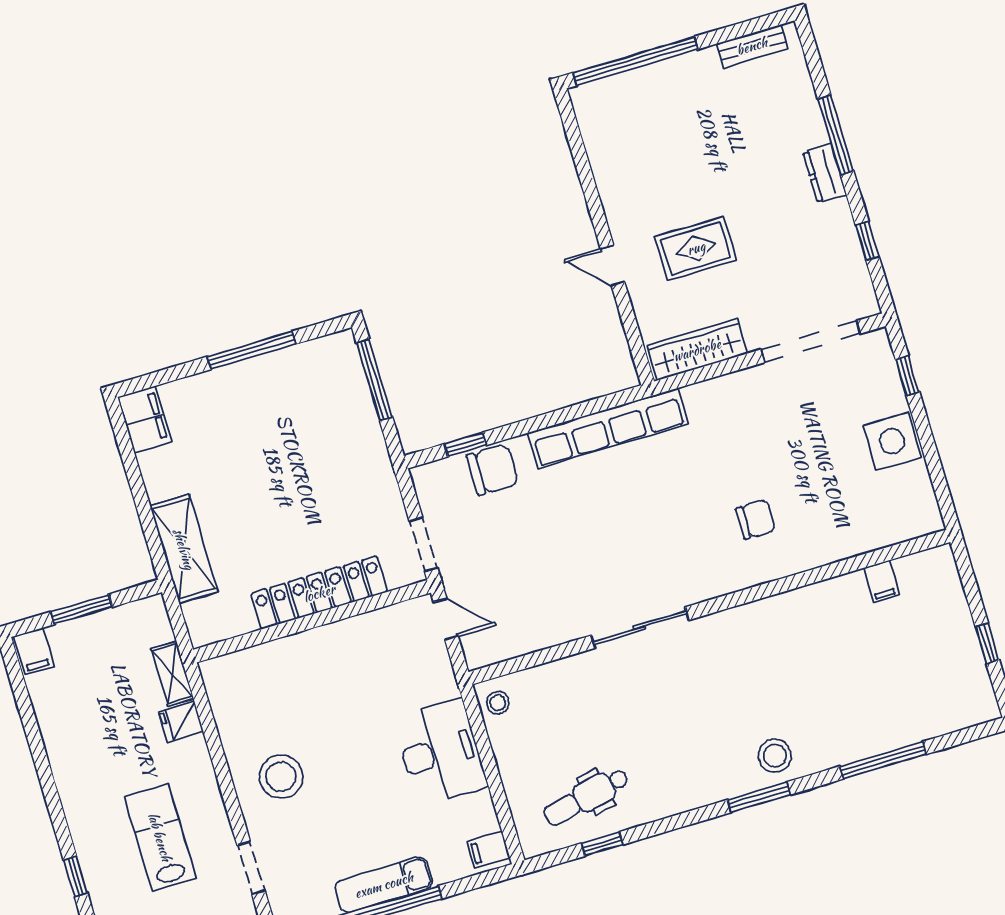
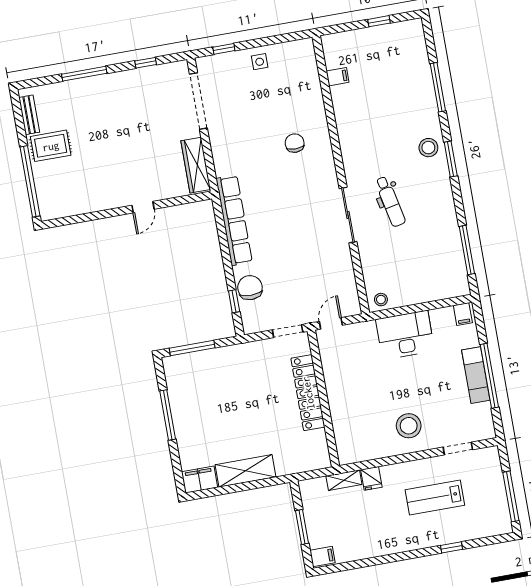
dresser: (825, 173) -> (105, 82), removed
rug: (696, 248) -> (51, 146), moved, turned 90
side table: (892, 441) -> (260, 62), width x0.54, depth x0.54
shelving: (184, 549) -> (246, 471), moved
dental chair: (586, 797) -> (390, 202), moved
window: (602, 844) -> (467, 250), width x2.17

